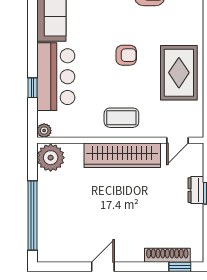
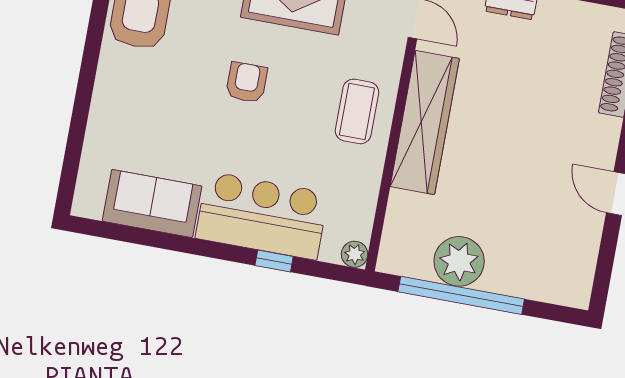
plant: (51, 158) -> (459, 261), moved
window: (33, 215) -> (461, 295), moved

